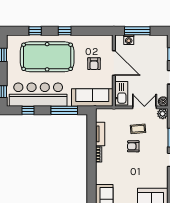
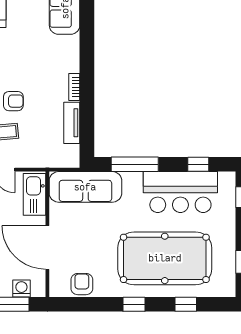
armchair: (94, 64) -> (82, 284), moved
bar counter: (38, 95) -> (180, 192), width x0.73

